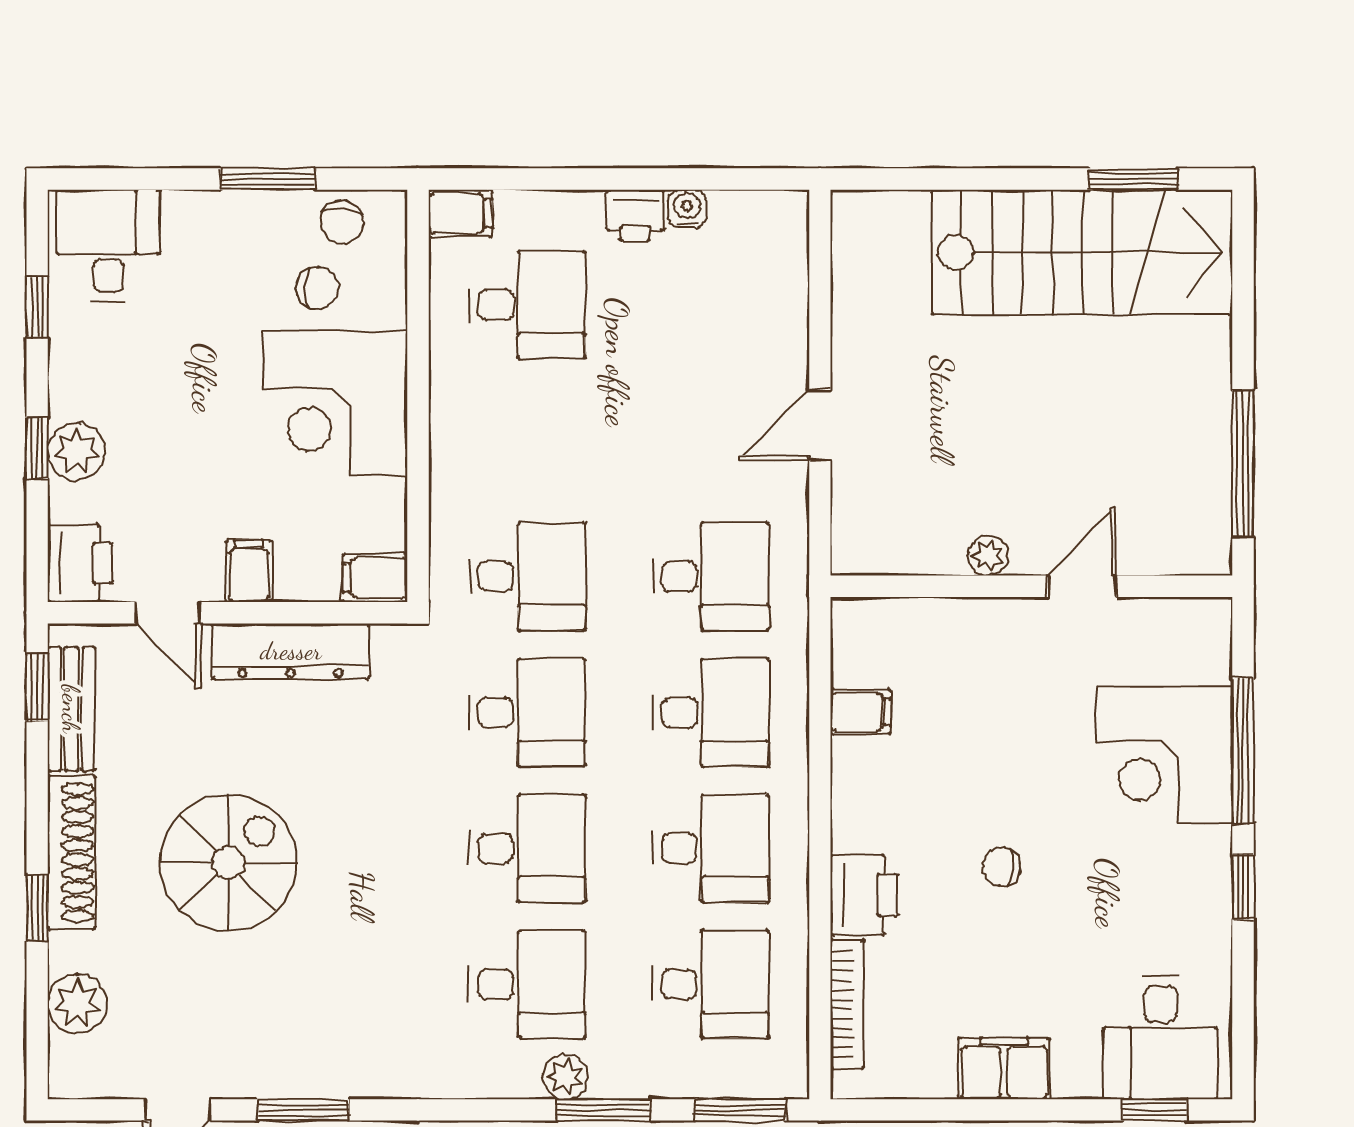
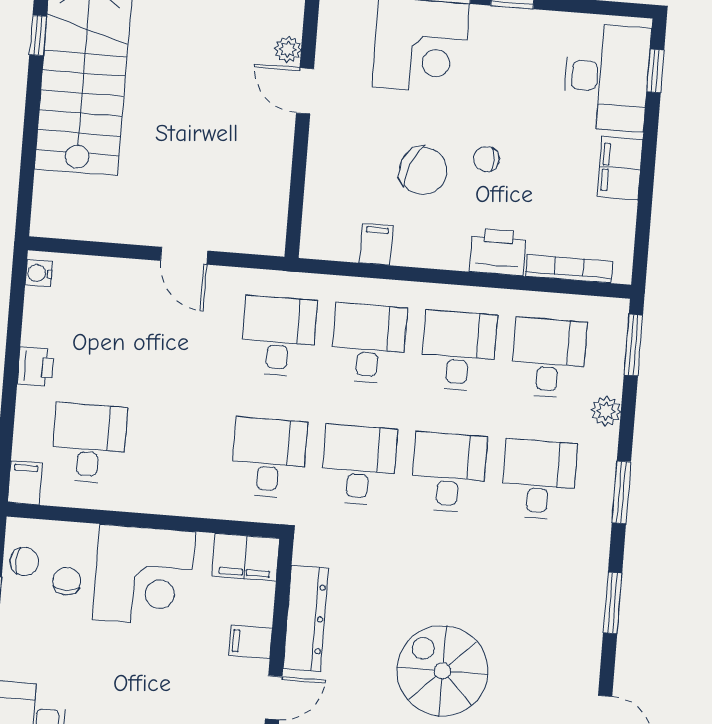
window: (1133, 179) -> (38, 36), width x0.67
water cooler: (687, 209) -> (39, 273), moved
plant: (988, 556) -> (288, 49), moved
filing cabinet: (375, 578) -> (245, 557), width x2.00
chair: (977, 773) -> (423, 171), added
chair: (1001, 867) -> (486, 159), turned 84
desk: (1161, 1037) -> (607, 77), width x1.37
plant: (565, 1077) -> (606, 411), moved
window: (303, 1110) -> (613, 603), moved
window: (603, 1110) -> (621, 492), moved

